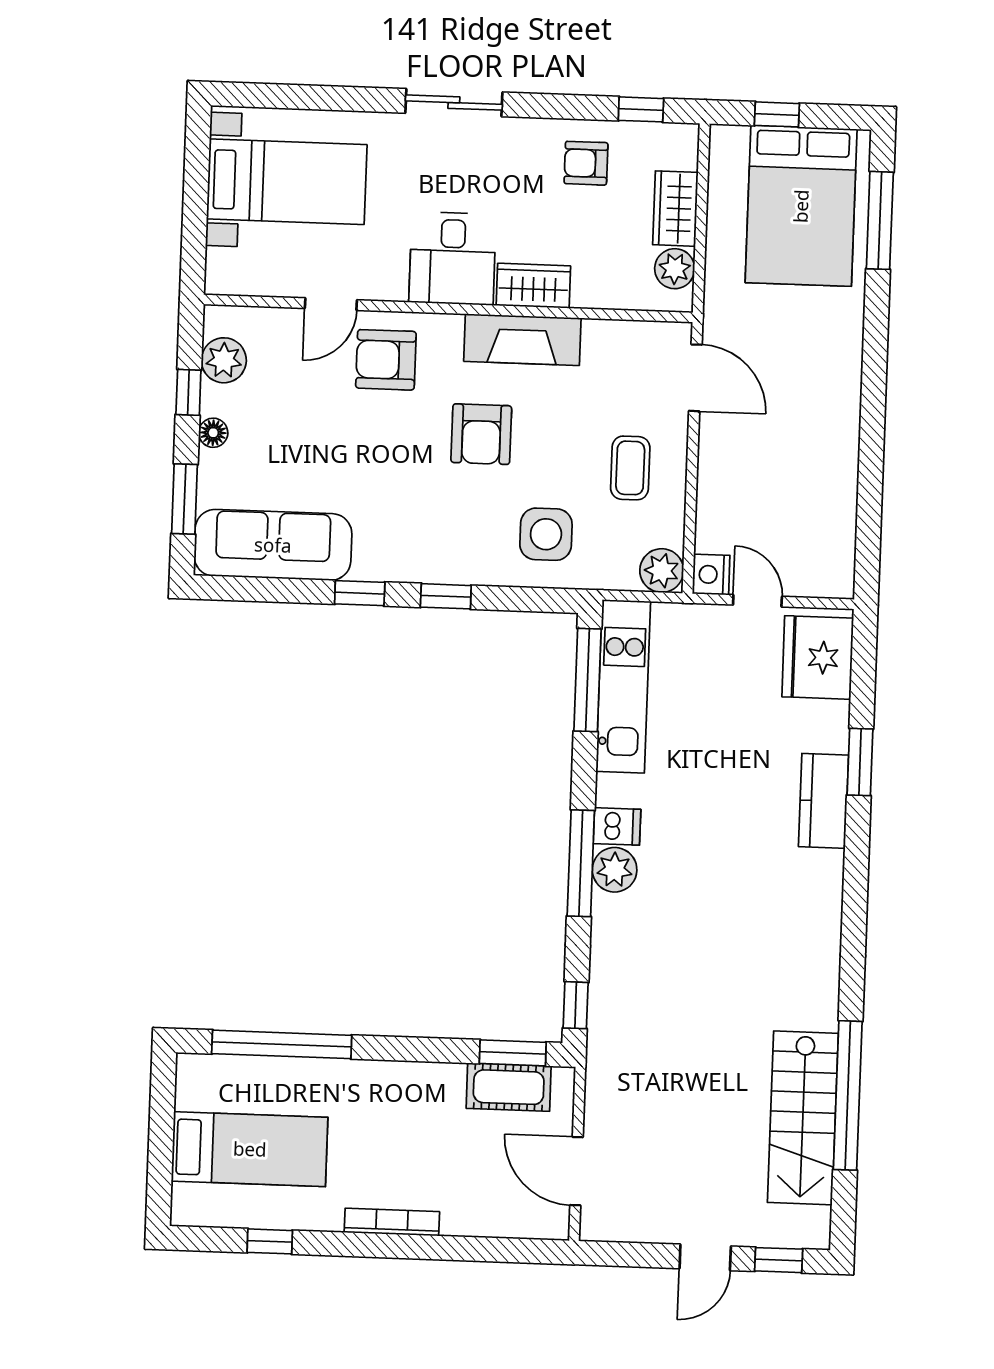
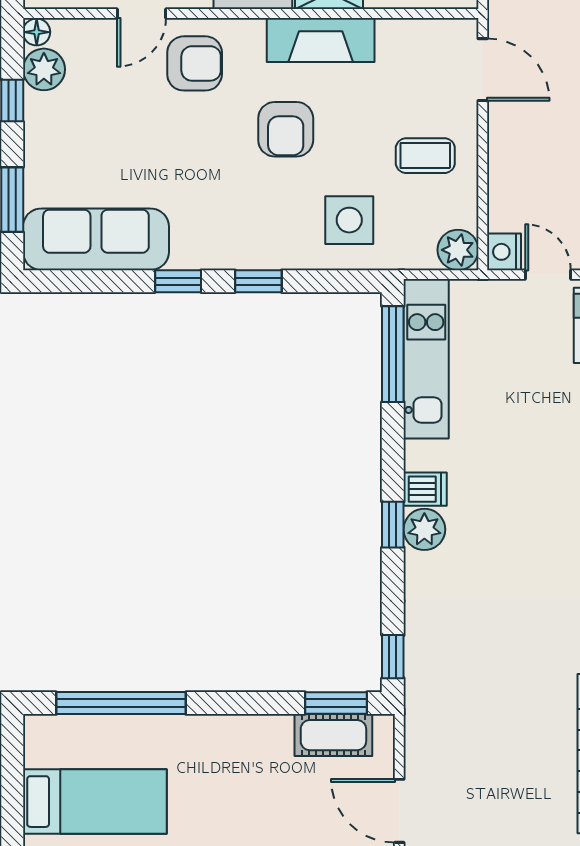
armchair: (386, 360) -> (195, 63), turned 180
floor lamp: (213, 433) -> (37, 32), moved
coffee table: (630, 468) -> (425, 156), turned 90
window: (581, 863) -> (393, 525), width x0.46

